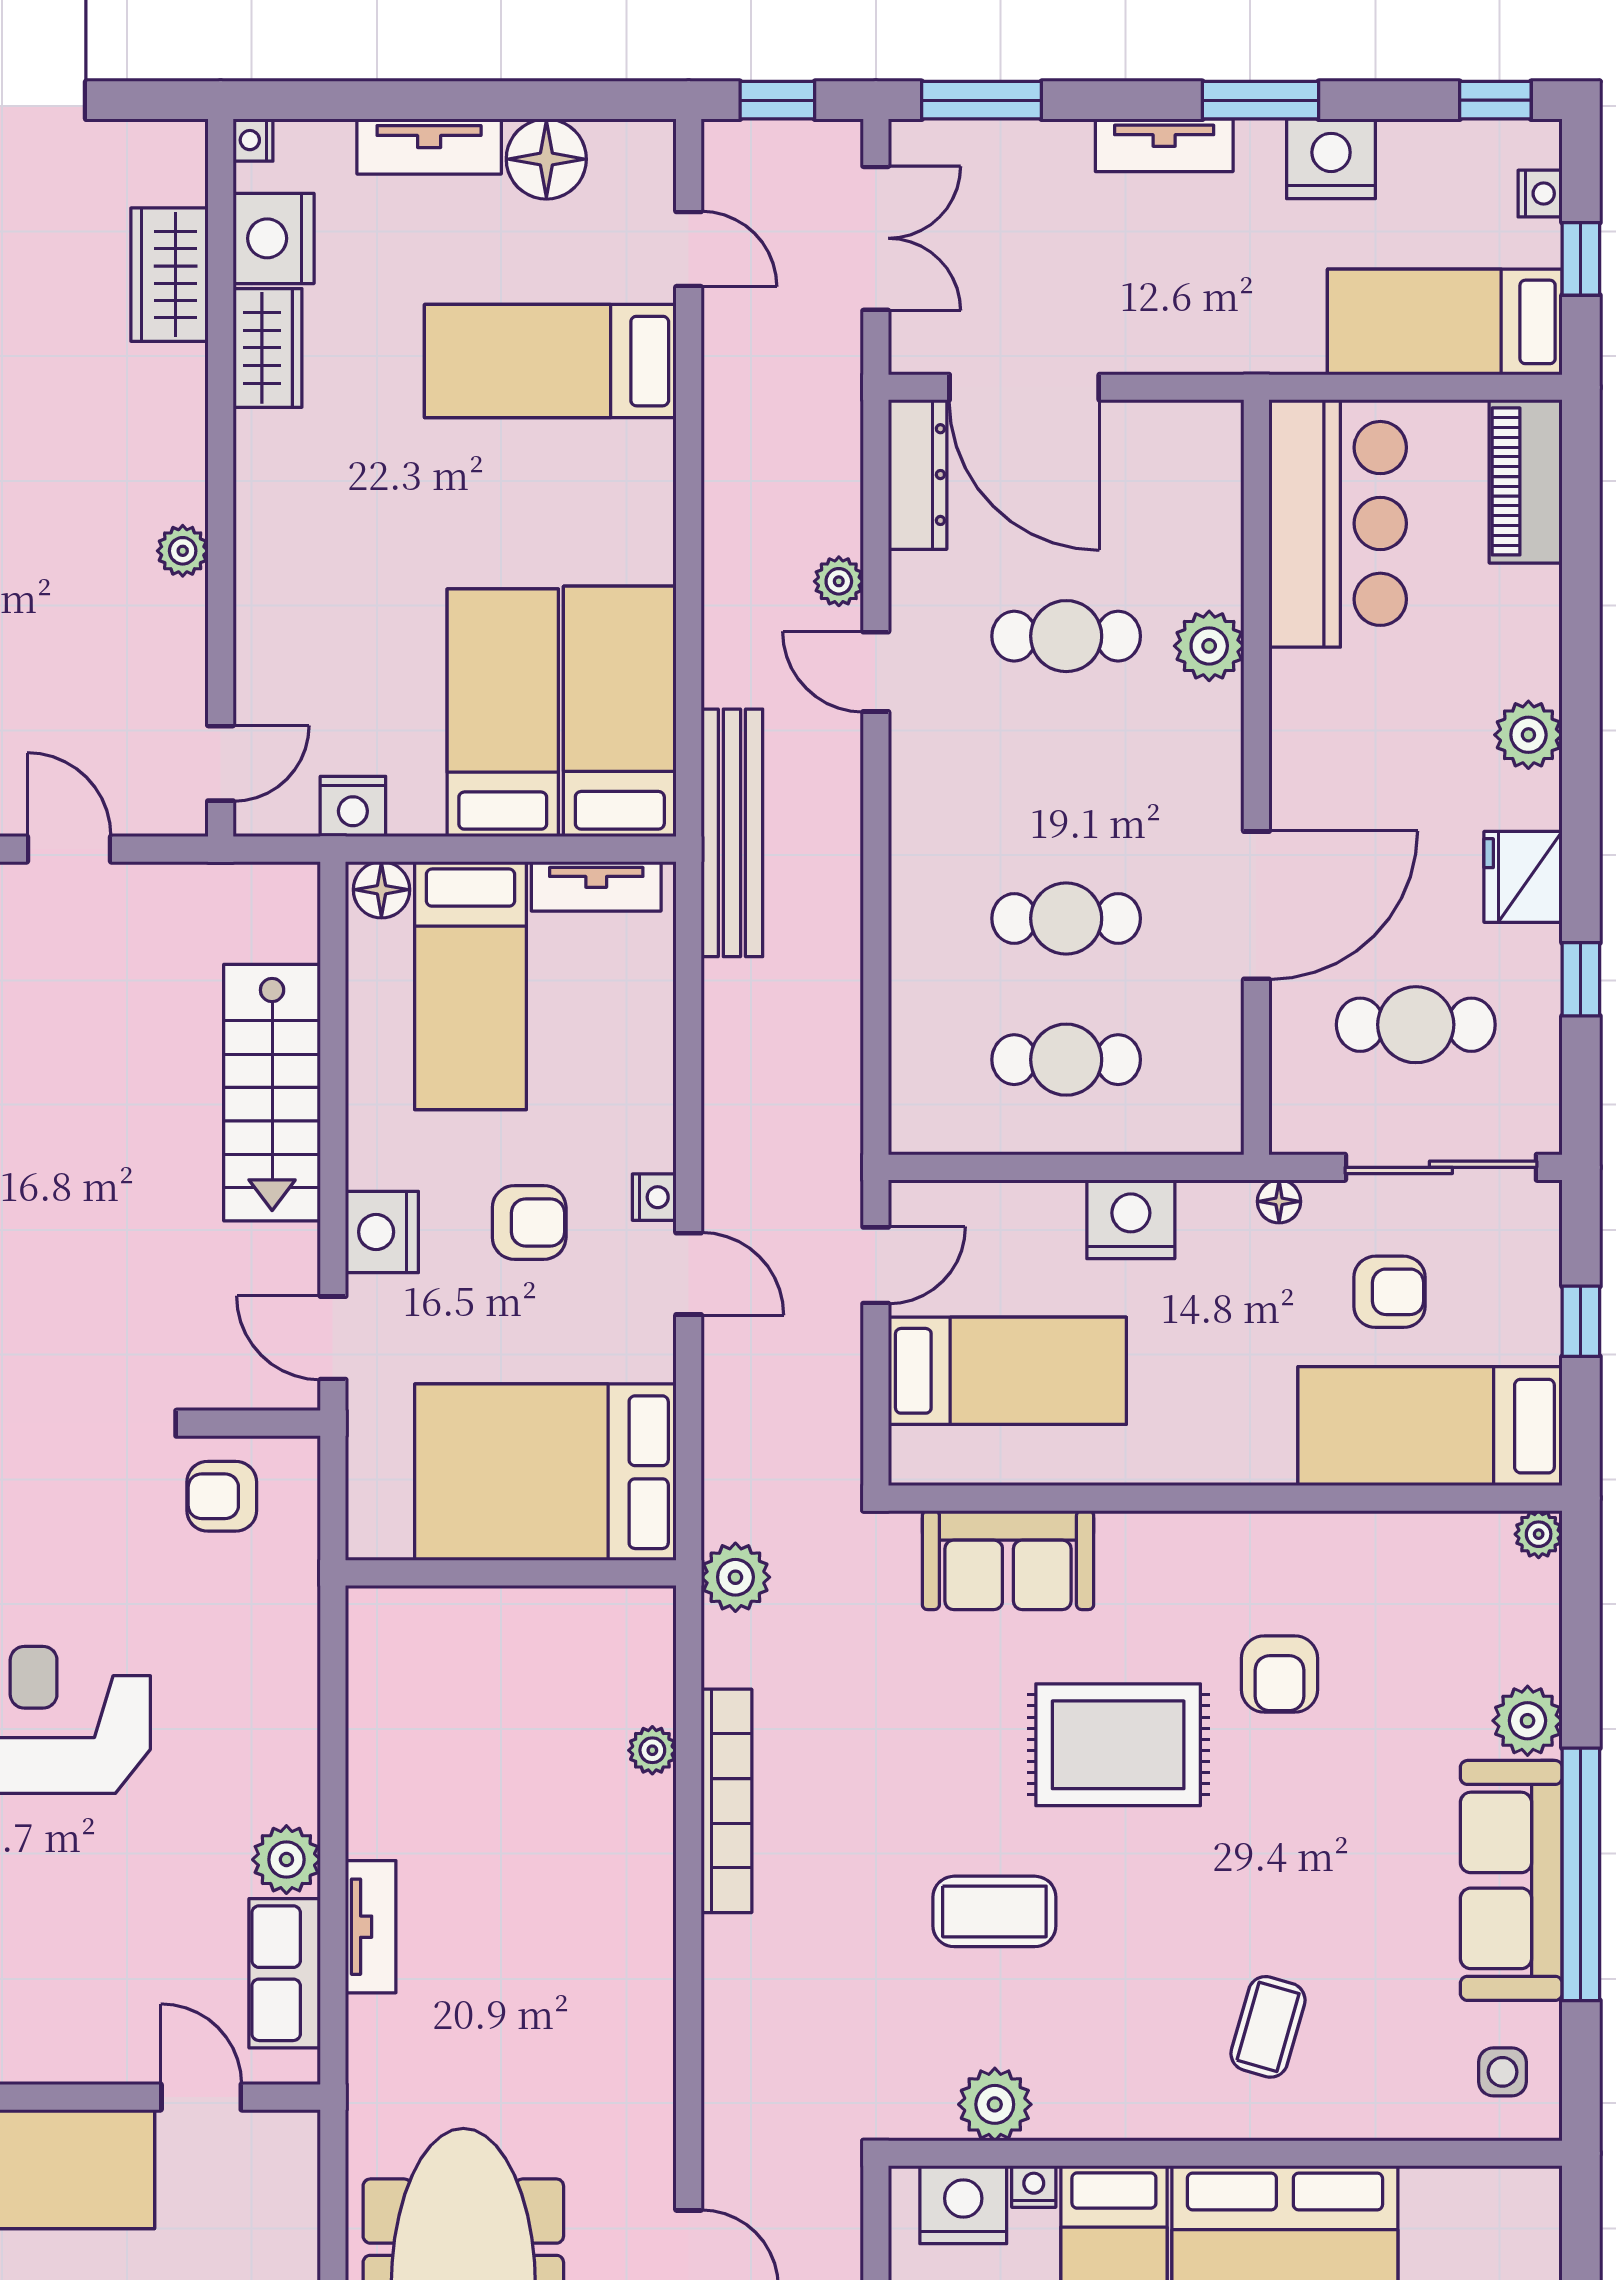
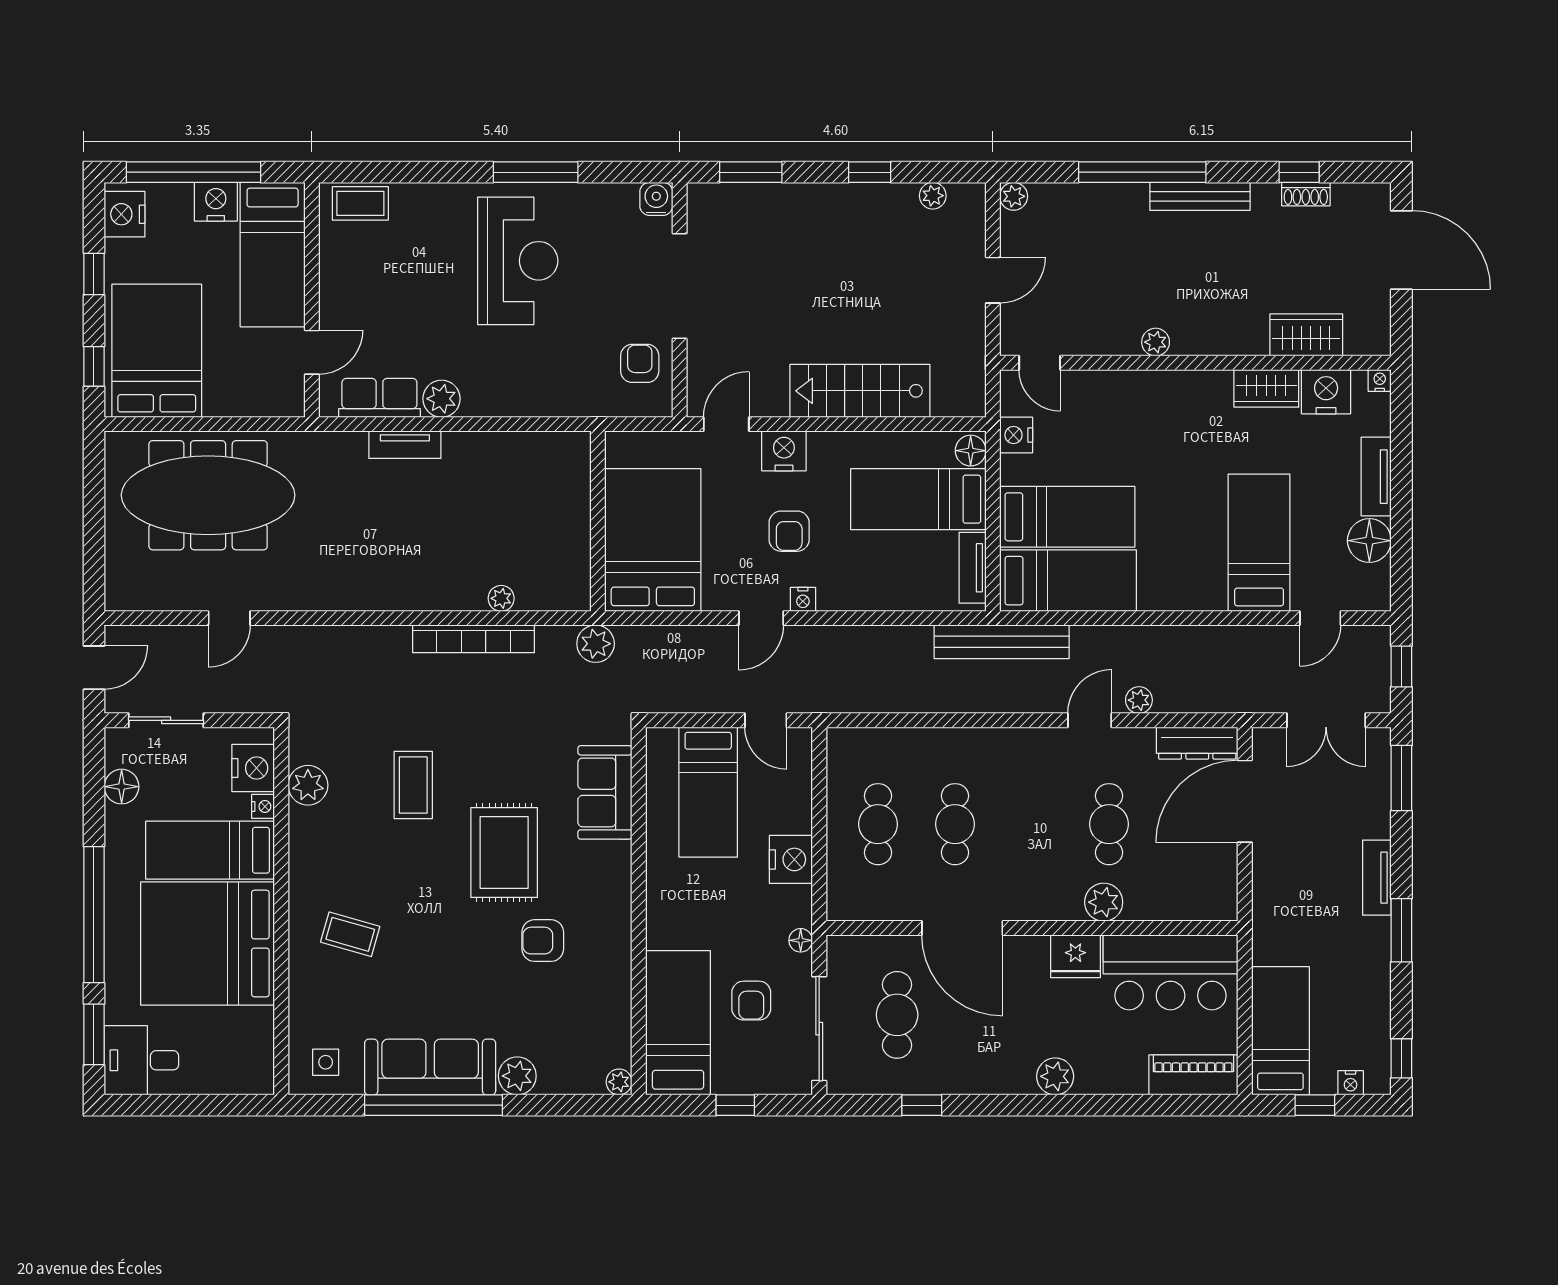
nightstand: (1331, 159) -> (1369, 969), removed
fridge: (1523, 877) -> (1075, 956), moved, turned 180

